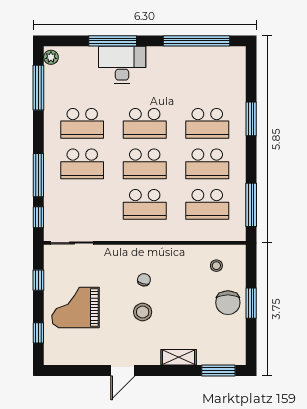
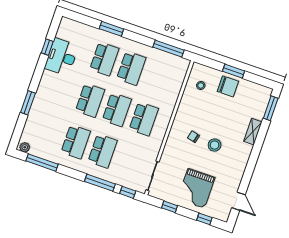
window: (113, 41) -> (28, 103), width x0.69
window: (196, 41) -> (47, 47), width x0.32
desk: (122, 65) -> (61, 57), moved
school desk: (207, 204) -> (158, 78), removed
door: (123, 371) -> (238, 201), moved

